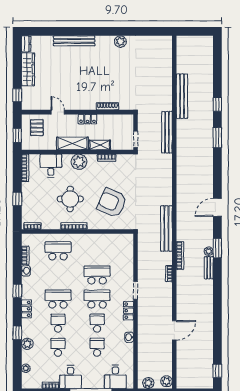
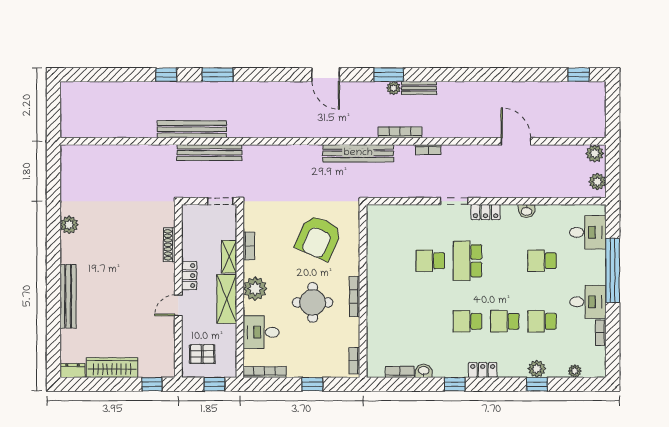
bench: (182, 96) -> (192, 129), moved
door: (58, 112) -> (178, 305), moved
school desk: (58, 251) -> (393, 321), removed
school desk: (97, 275) -> (430, 261), width x0.54
school desk: (58, 299) -> (468, 321), width x0.54
school desk: (97, 323) -> (505, 261), removed
window: (17, 333) -> (537, 384), moved

